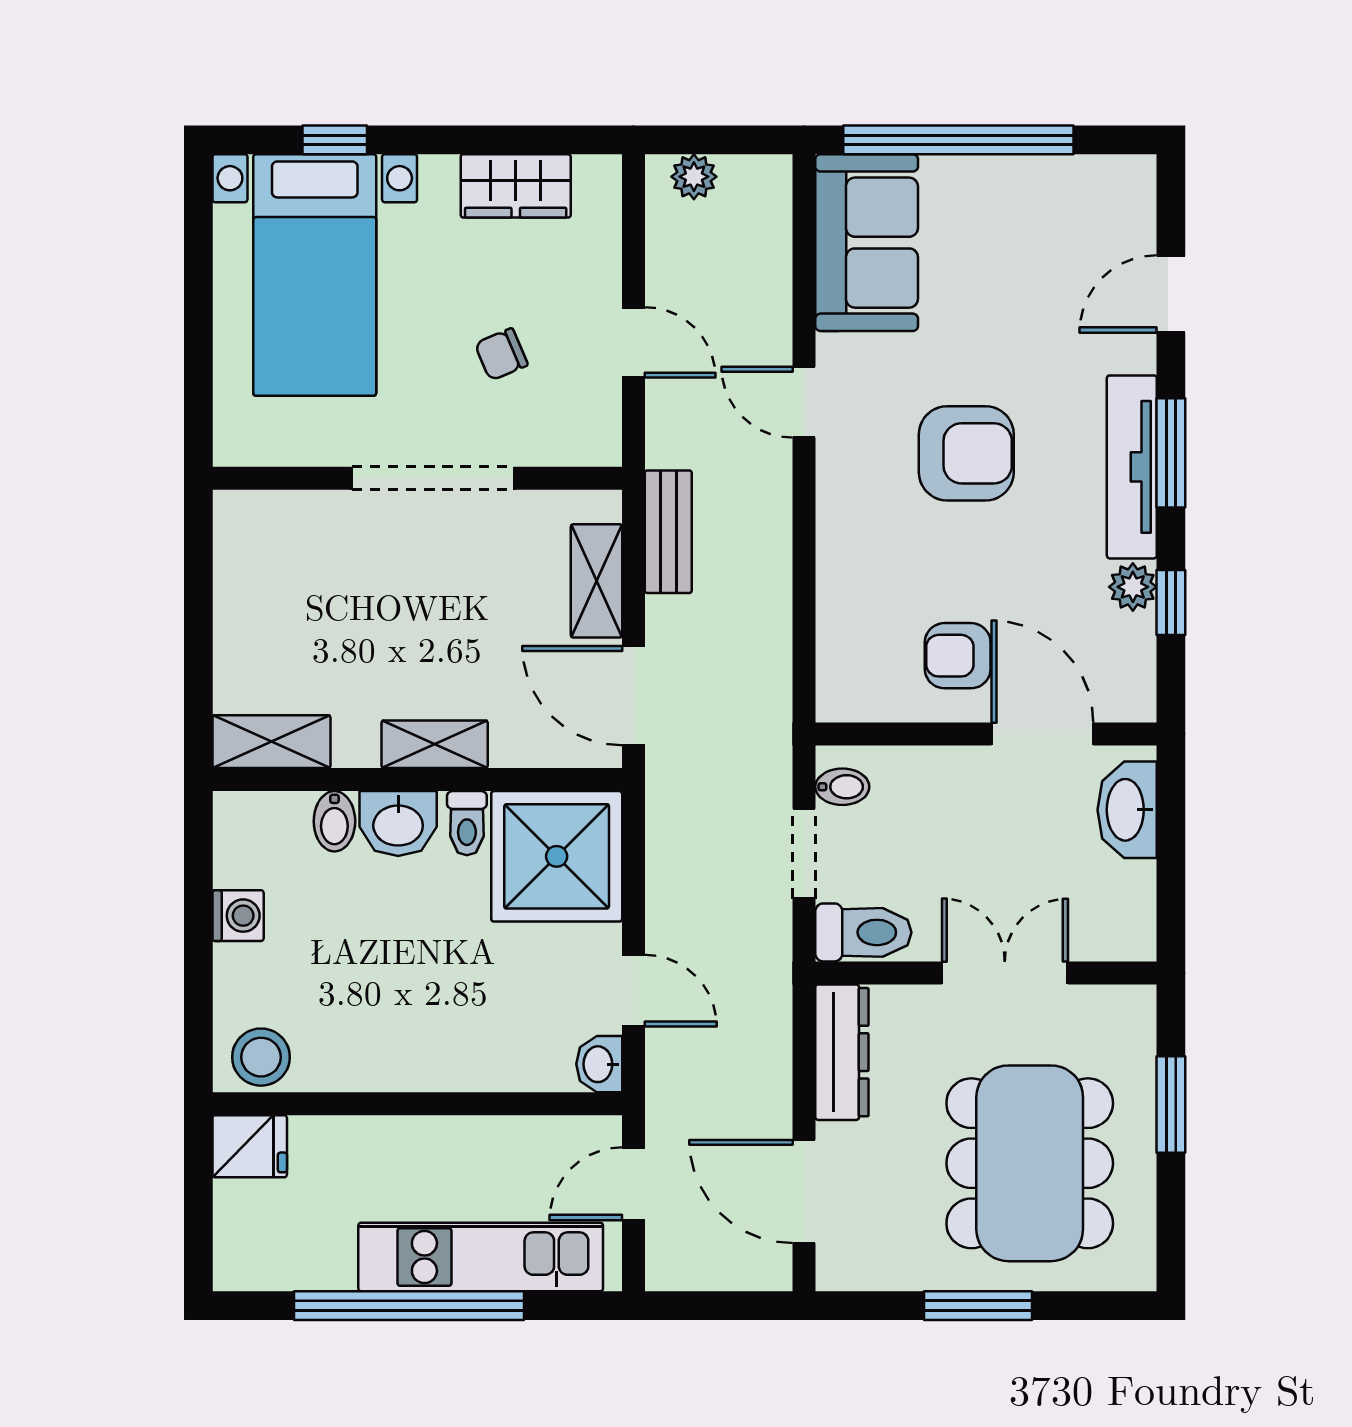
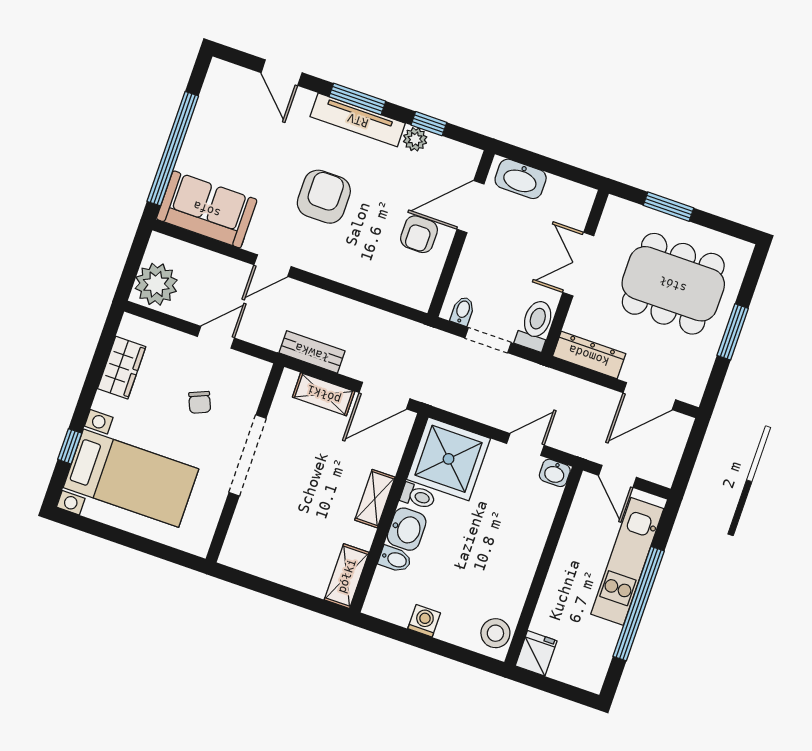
plant: (694, 177) -> (156, 284), width x1.88, depth x1.88

